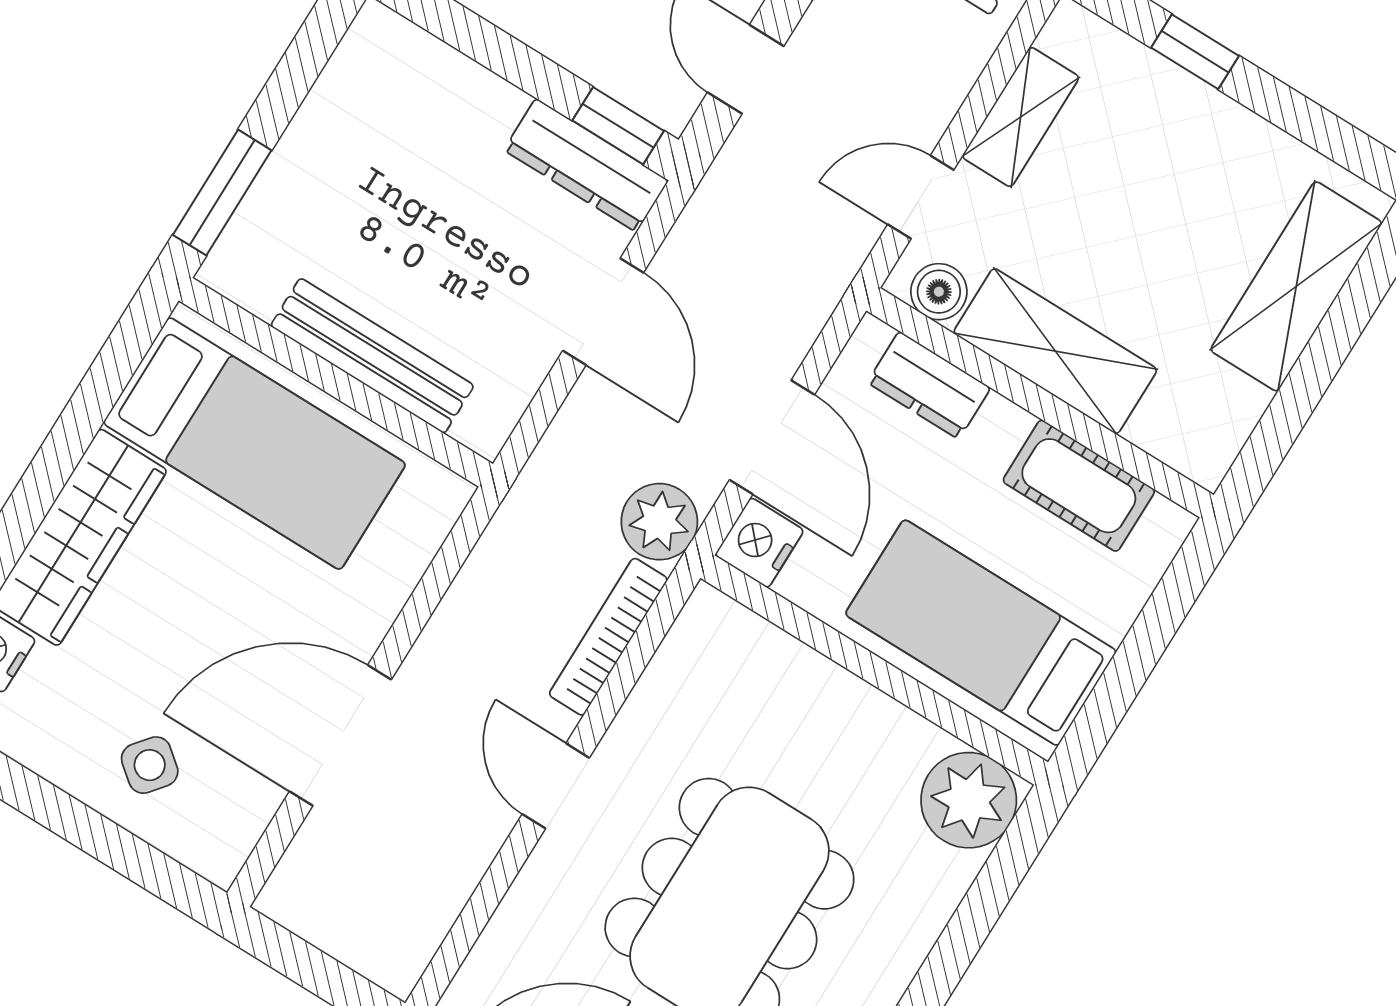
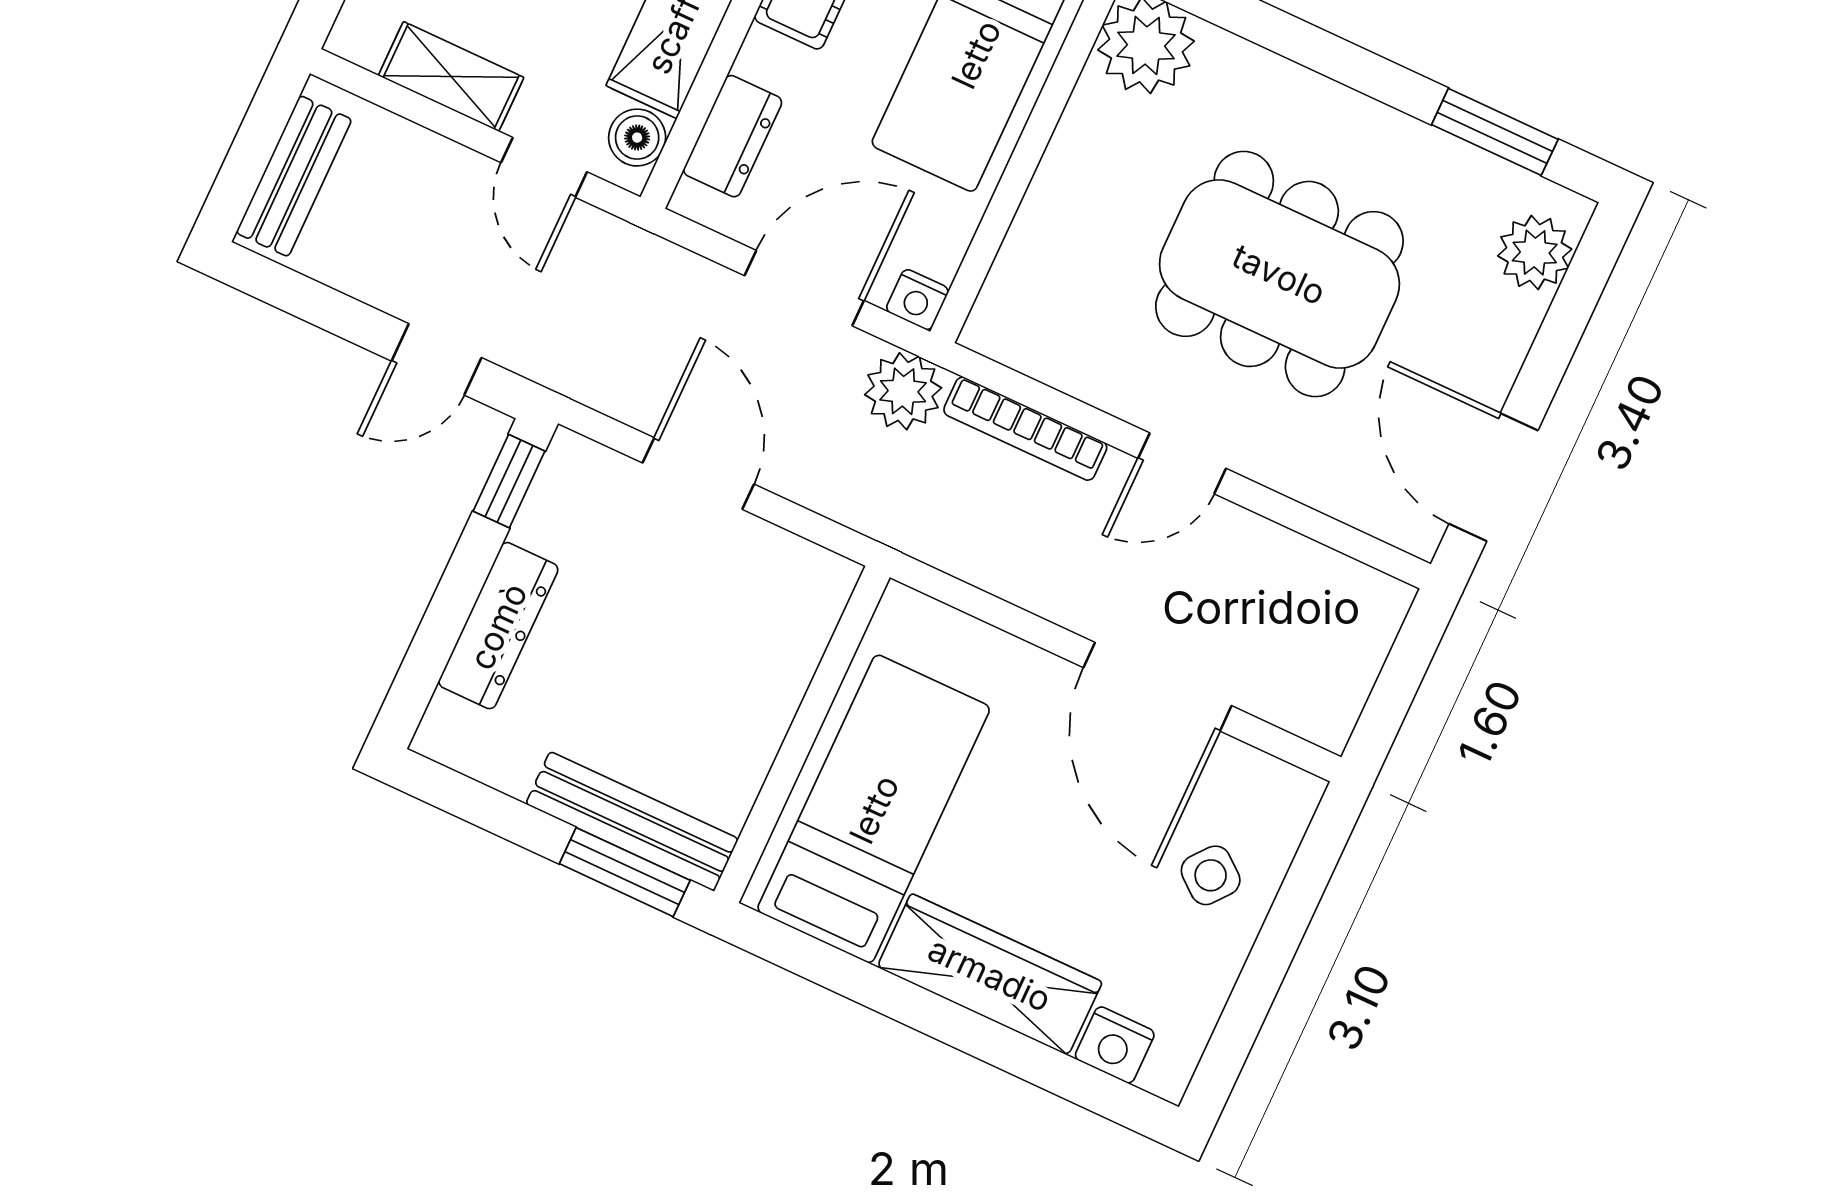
dresser: (586, 165) -> (498, 626), moved
door: (603, 312) -> (698, 474), hinge flipped
bench: (372, 356) -> (632, 821), moved, turned 90
nightstand: (759, 543) -> (917, 300), width x0.72, depth x0.74

